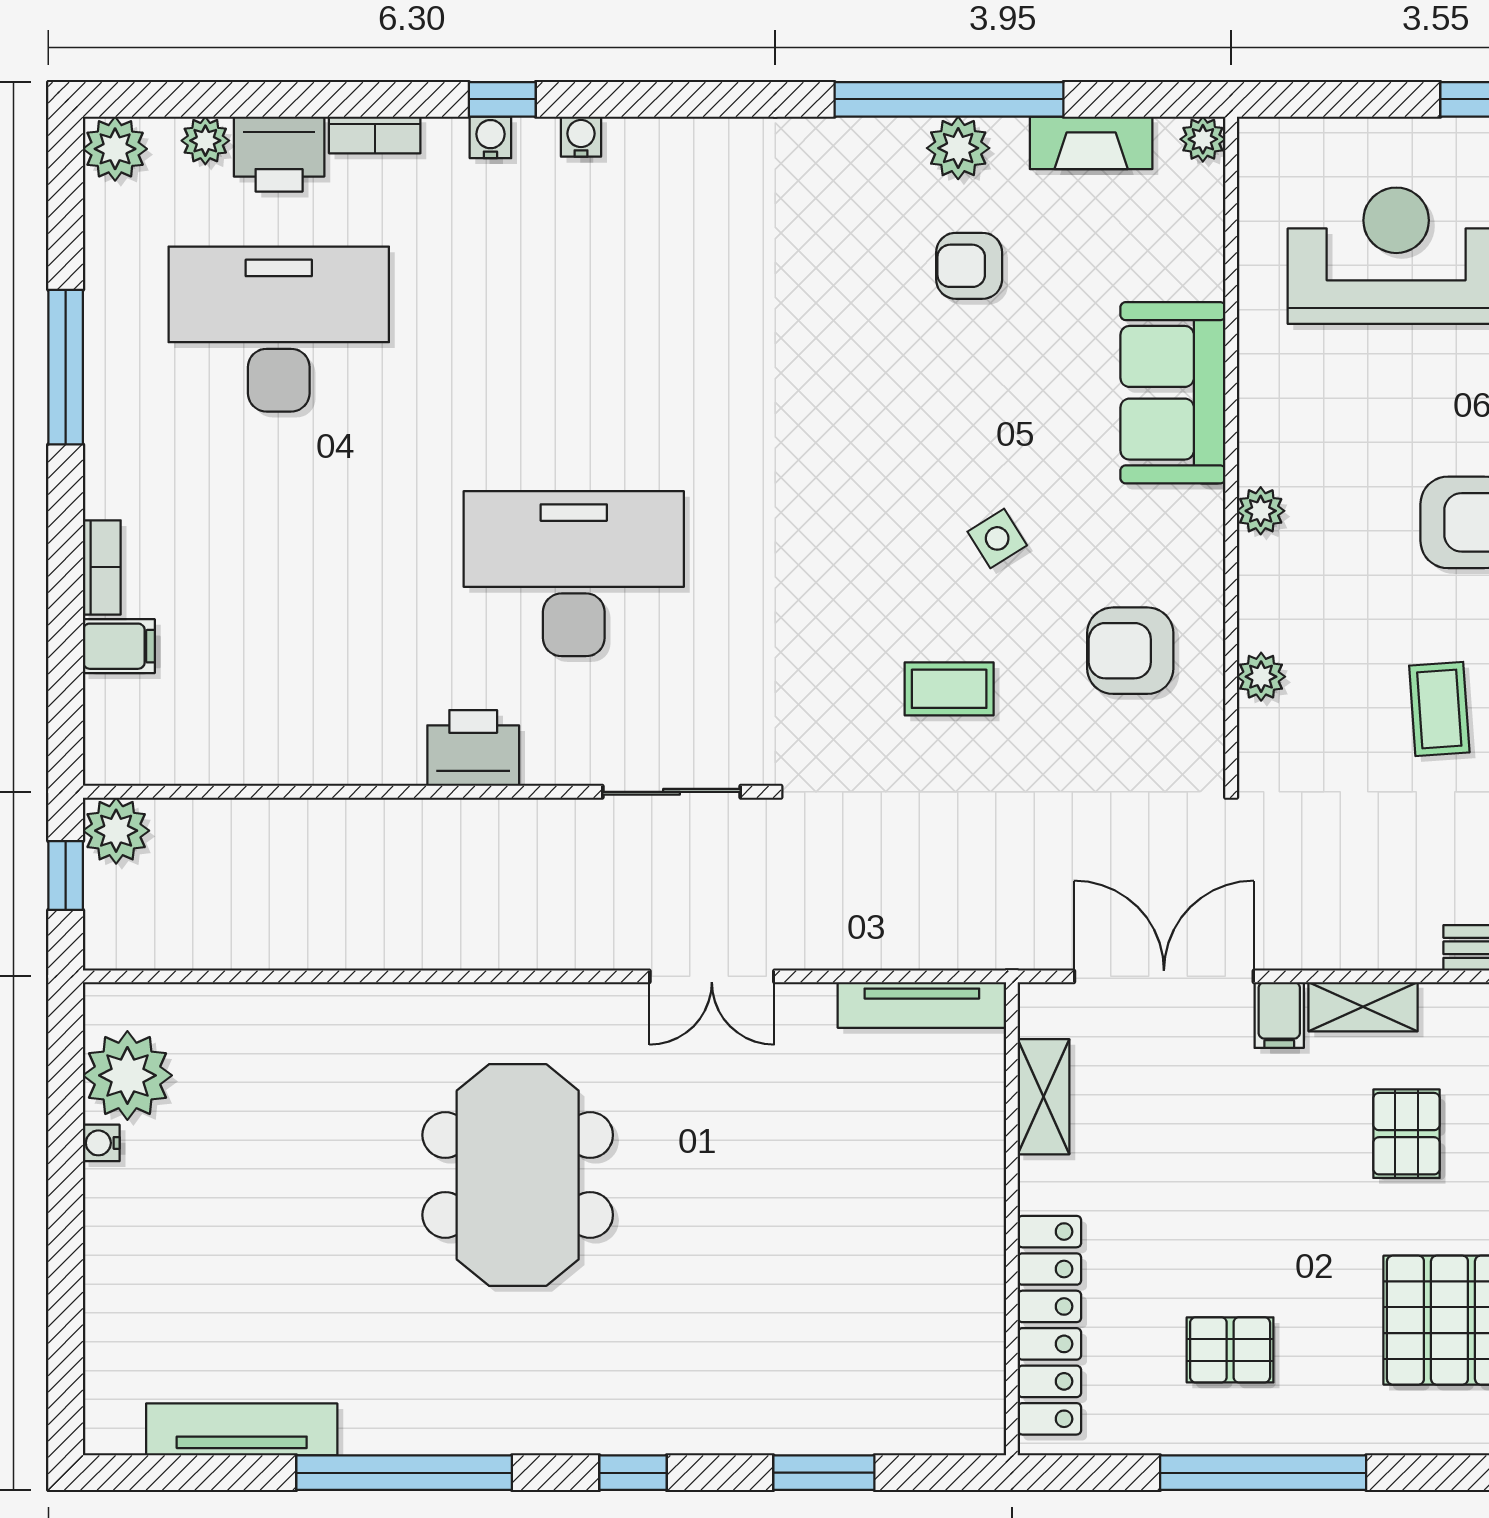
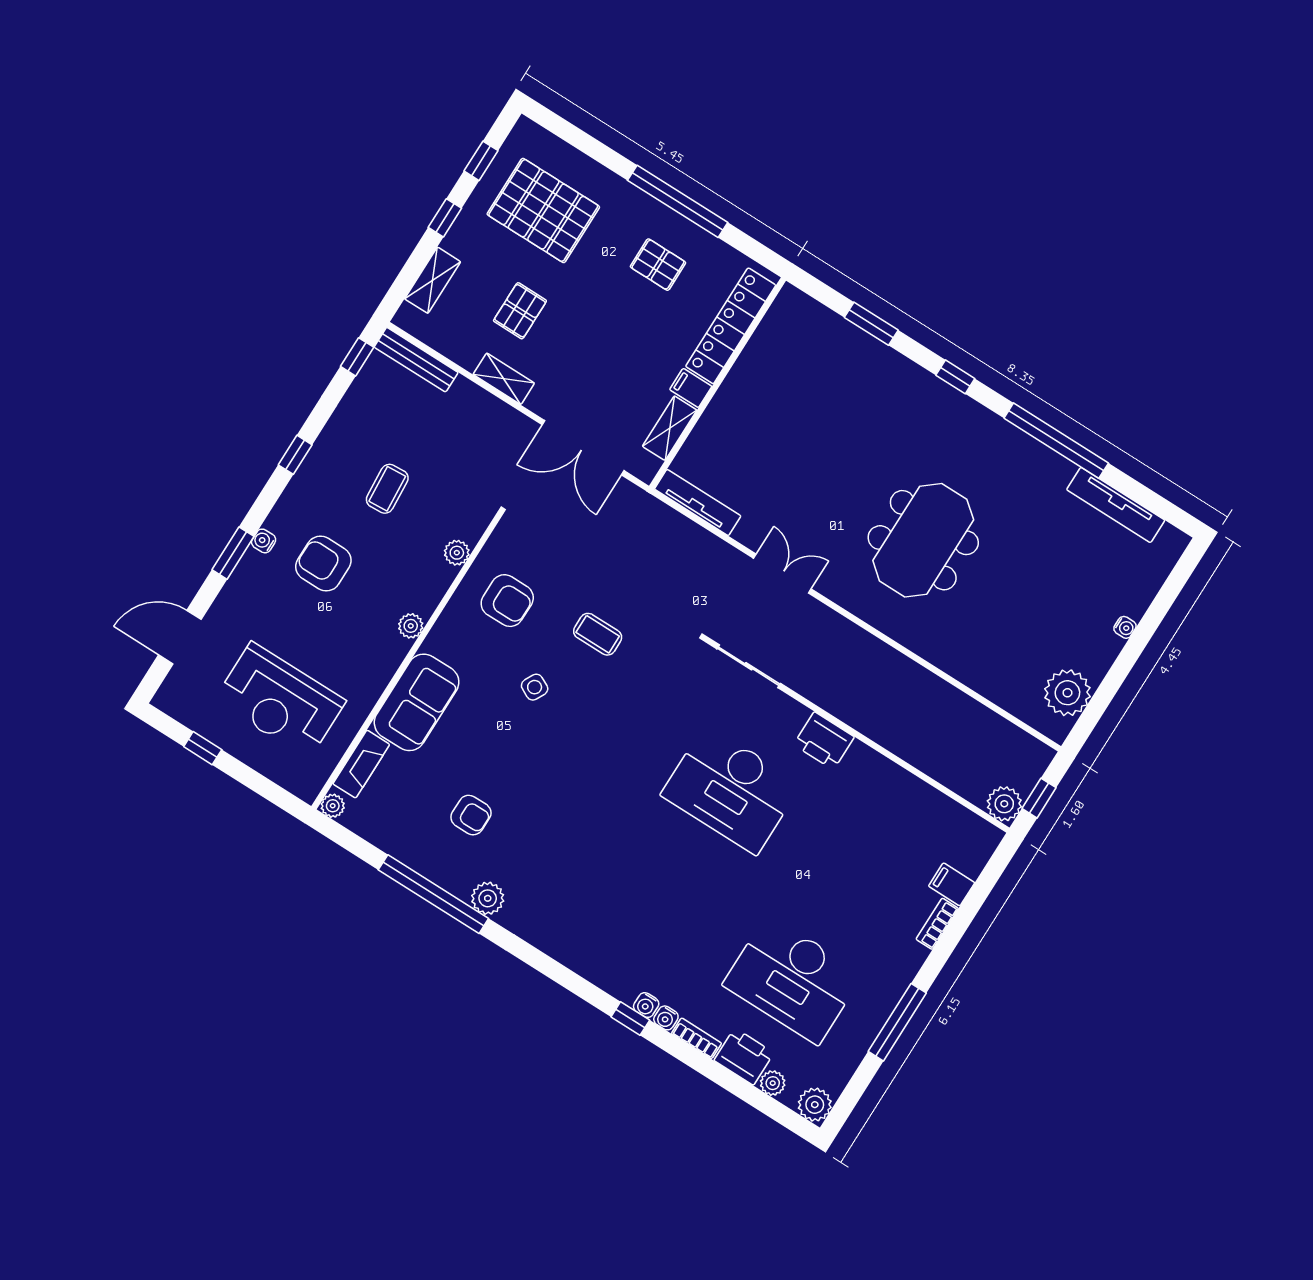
water cooler: (581, 137) -> (666, 1018), moved
fireplace: (1091, 143) -> (361, 764), moved, turned 90
plant: (958, 148) -> (488, 898), moved
side table: (997, 538) -> (535, 687), turned -31
filing cabinet: (1279, 1015) -> (691, 388), moved, turned -90
water cooler: (101, 1143) -> (1125, 627), moved

